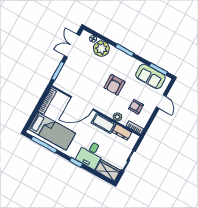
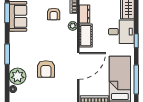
armchair: (115, 85) -> (46, 69), moved, turned 90
door: (82, 103) -> (78, 66), hinge flipped

